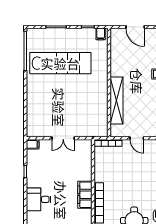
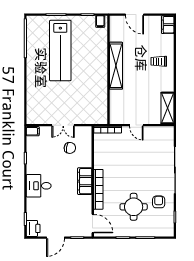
lab bench: (60, 63) -> (60, 51), turned 90
shelving: (116, 101) -> (116, 66), moved
chair: (70, 161) -> (70, 148), added

